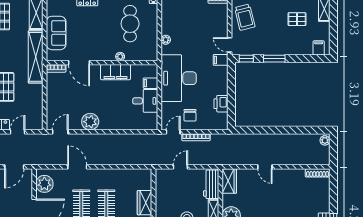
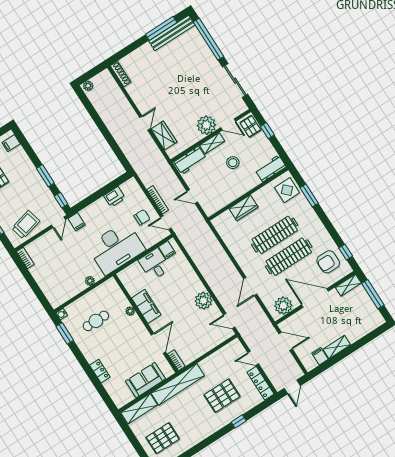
cafe table: (130, 24) -> (96, 321), width x0.73, depth x0.74
filing cabinet: (150, 83) -> (167, 250), moved
wardrobe: (229, 181) -> (164, 135), moved, turned 90

